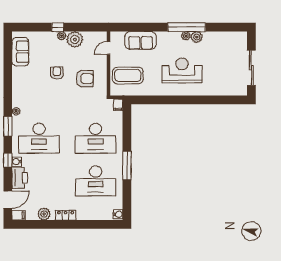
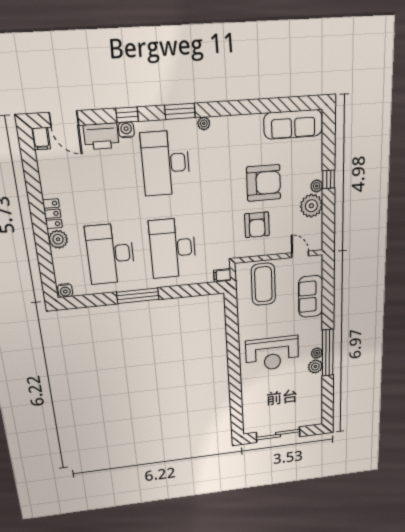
sofa: (20, 52) -> (293, 124), width x1.36
reception desk: (182, 70) -> (272, 354), turned 90
armchair: (57, 73) -> (264, 183), width x1.88, depth x1.88
plant: (44, 214) -> (58, 239), moved

